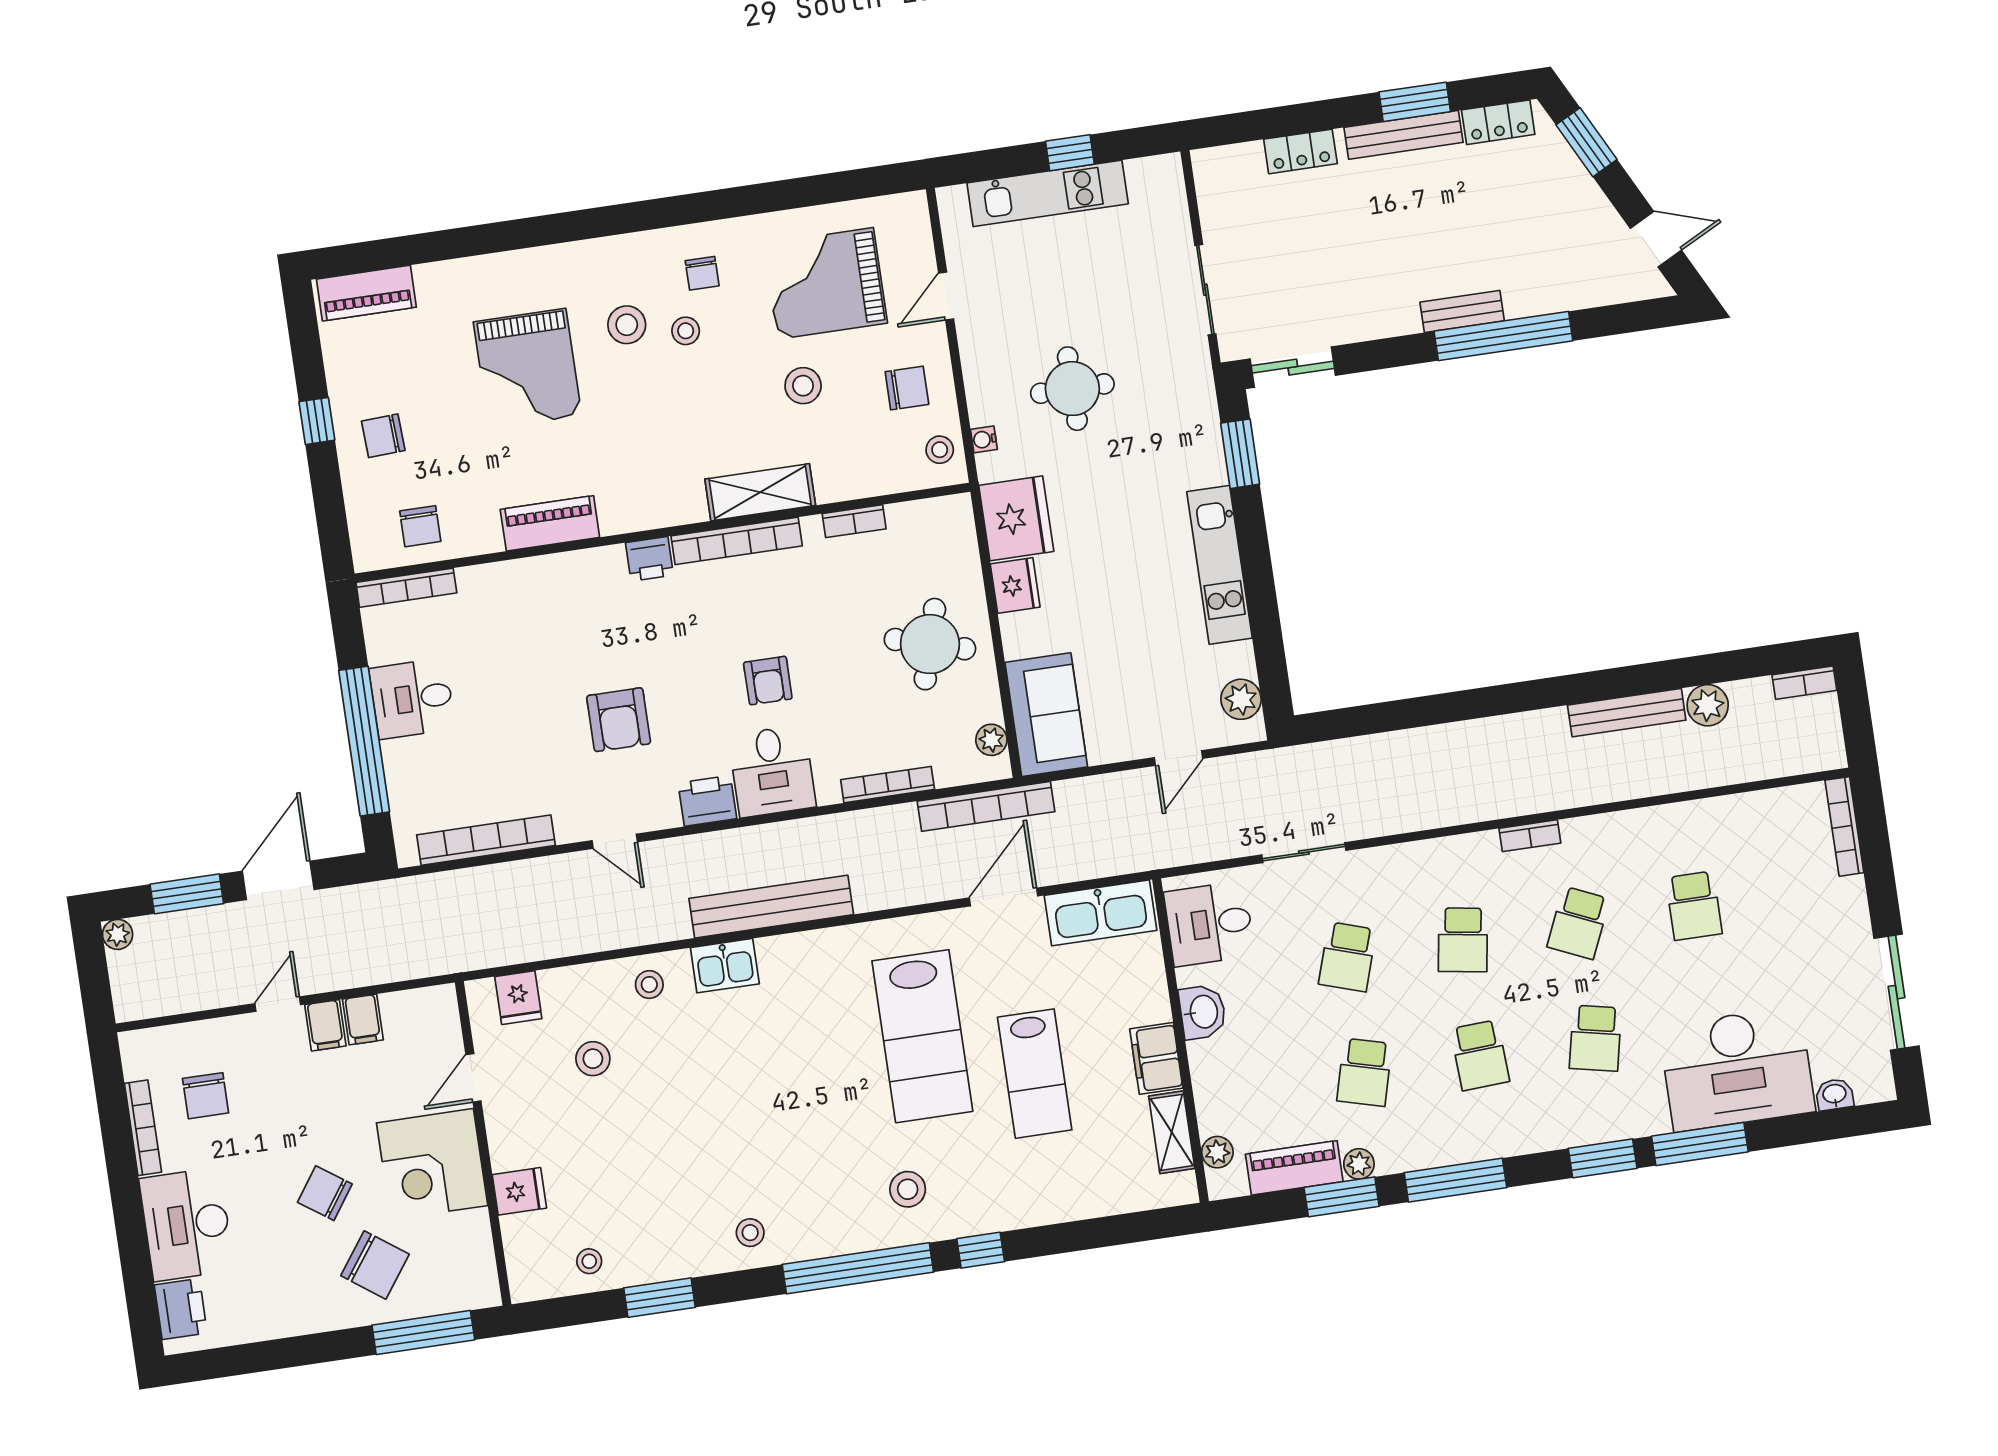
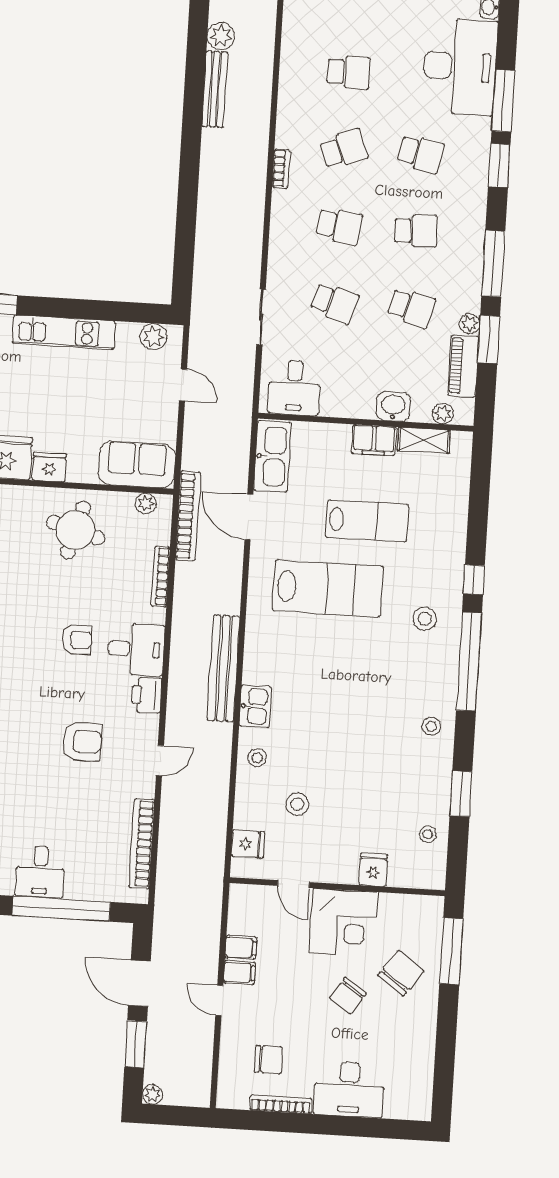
school desk: (1578, 923) -> (344, 149), turned -45
washbasin: (1203, 1012) -> (393, 407), moved
printer: (181, 1309) -> (403, 1105), removed

